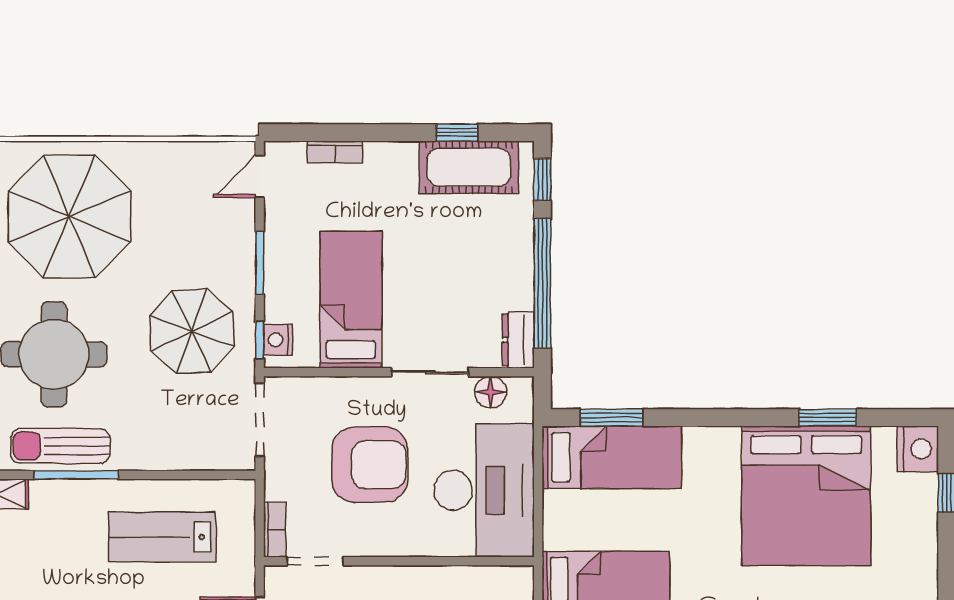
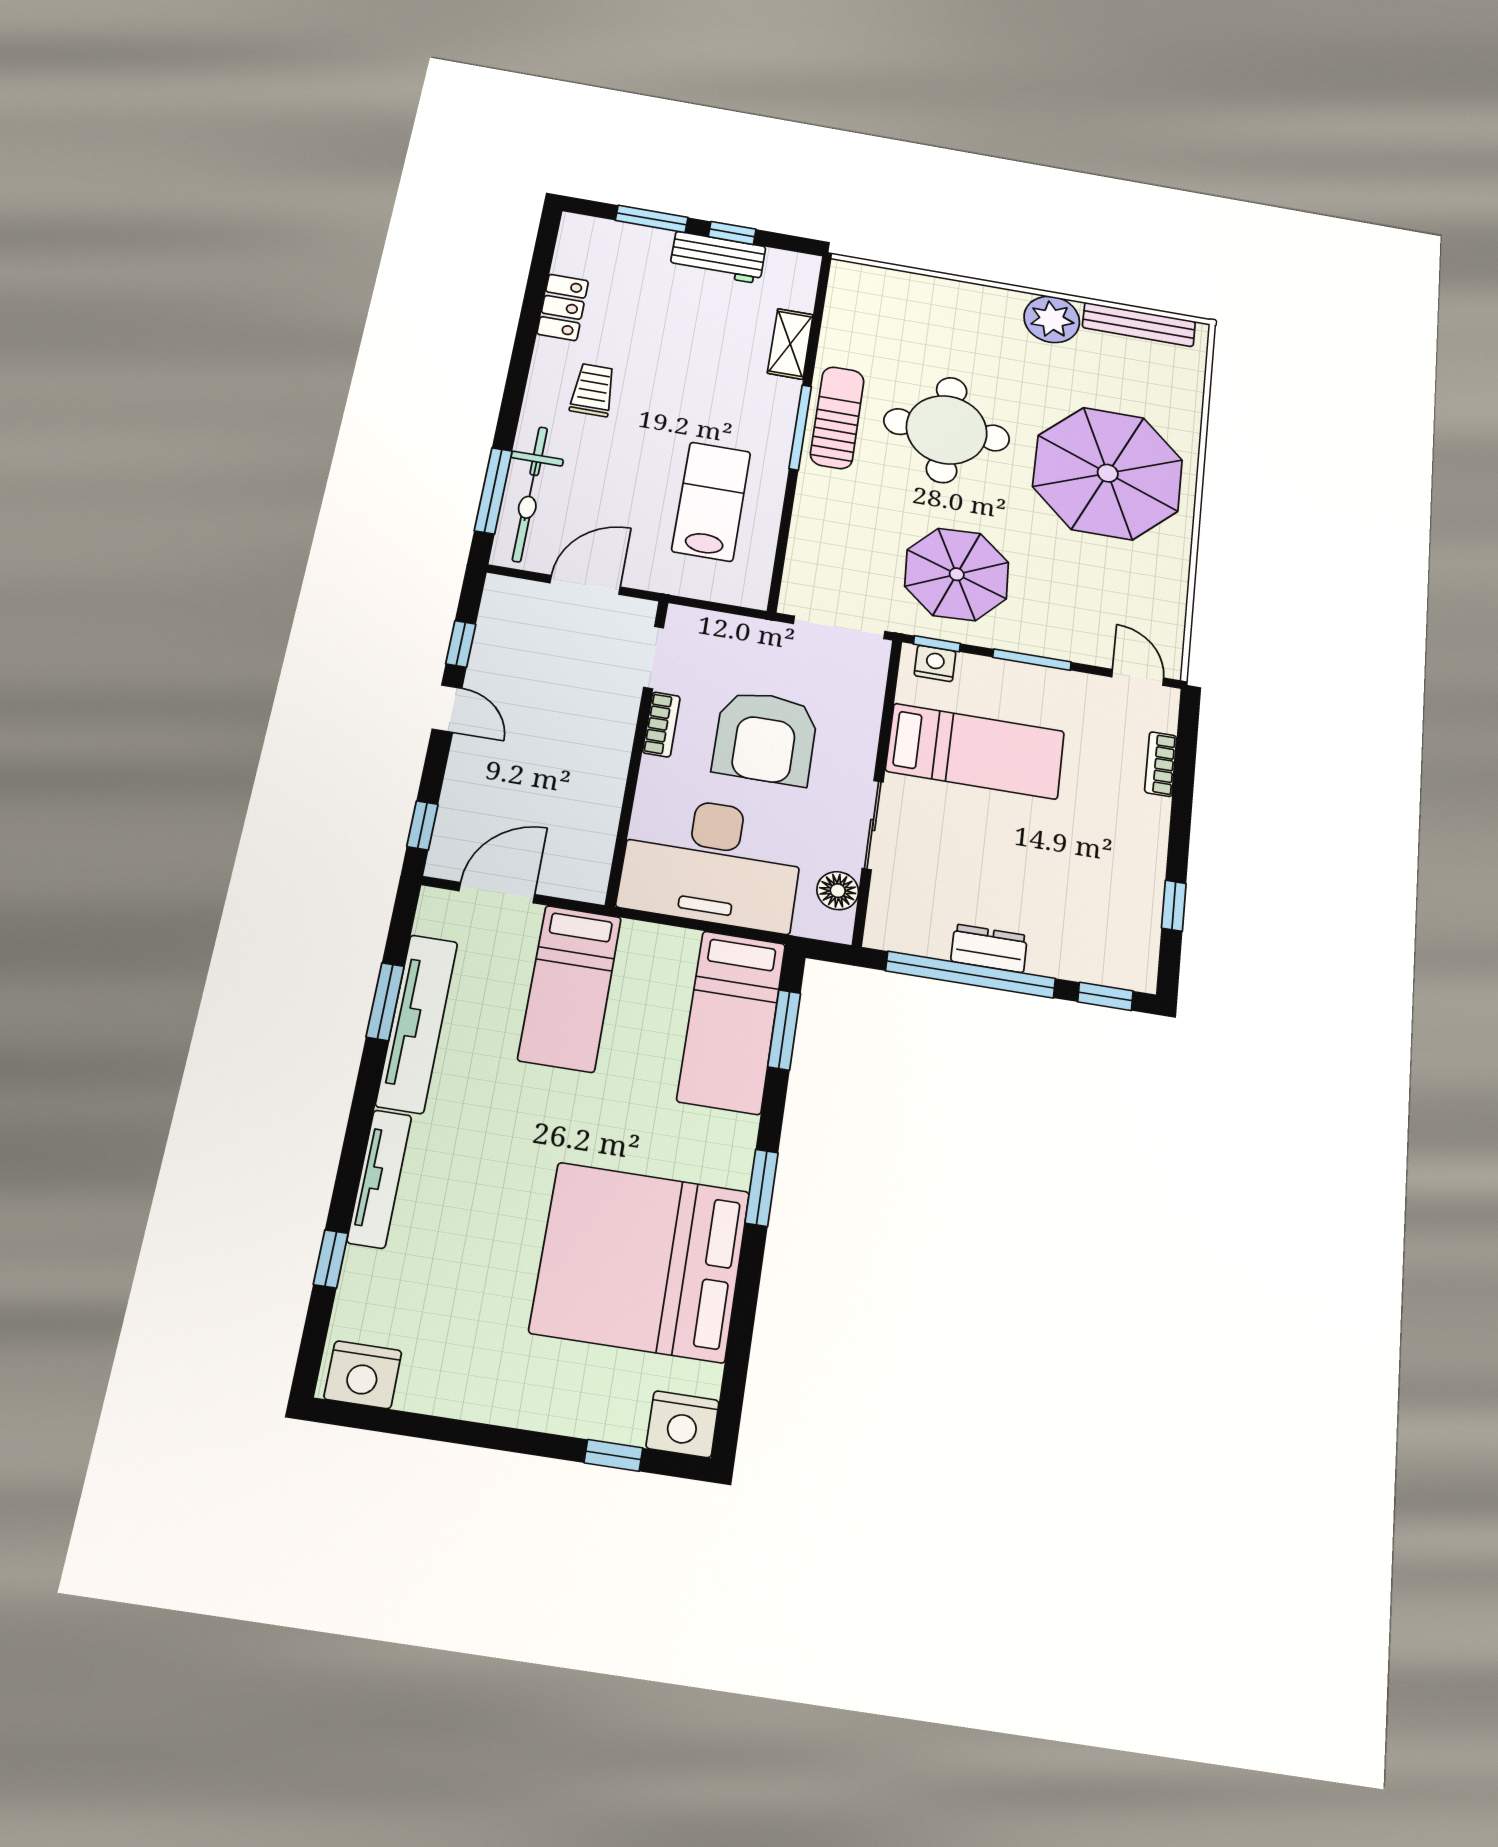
cot: (469, 167) -> (1129, 912), removed
dresser: (518, 340) -> (989, 948), moved
window: (828, 418) -> (762, 1188), moved
bookcase: (275, 530) -> (661, 724), moved, turned -90

